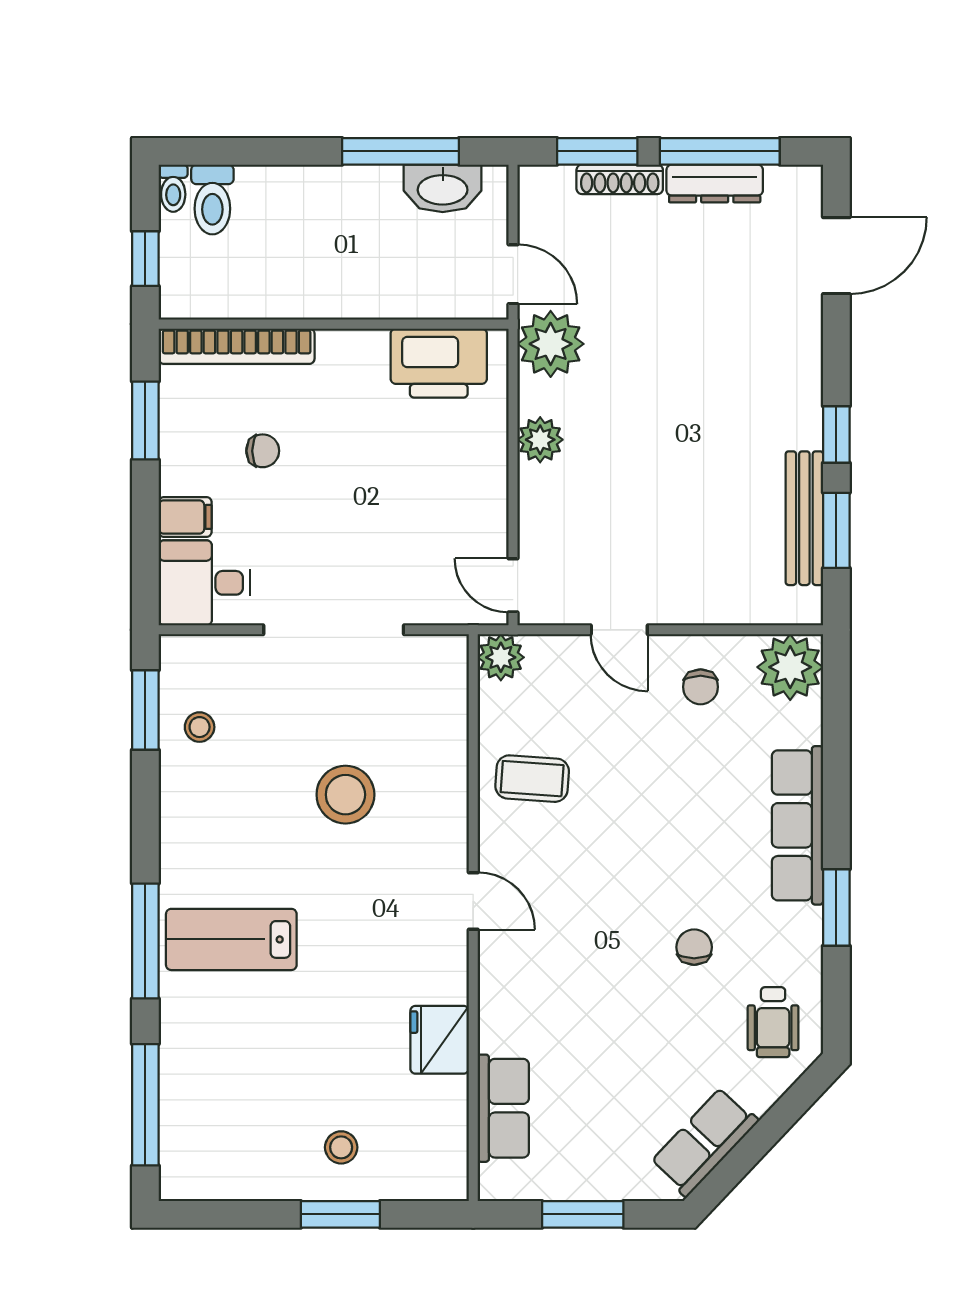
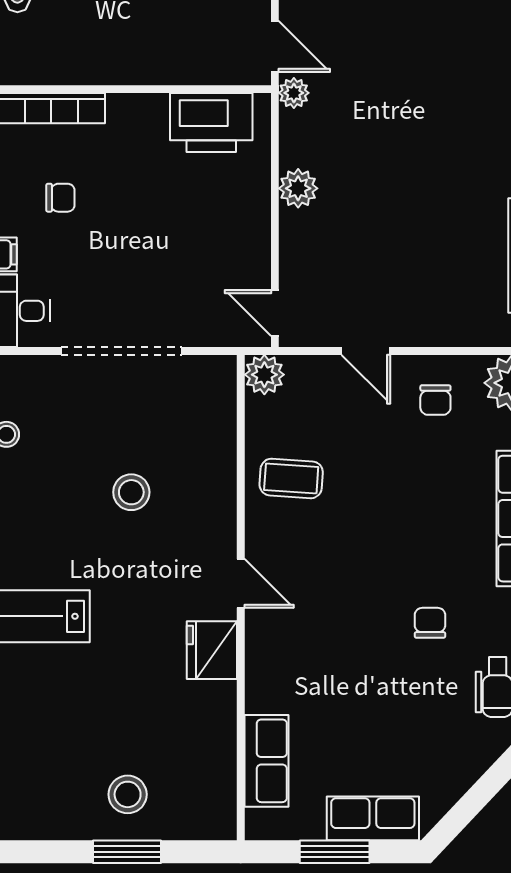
plant: (551, 344) -> (294, 93), width x0.53, depth x0.53
stool: (345, 795) -> (131, 492), width x0.73, depth x0.73
fridge: (440, 1040) -> (212, 650), moved
row of seats: (704, 1142) -> (373, 818), moved, turned 47
stool: (341, 1147) -> (128, 794), width x1.37, depth x1.37

